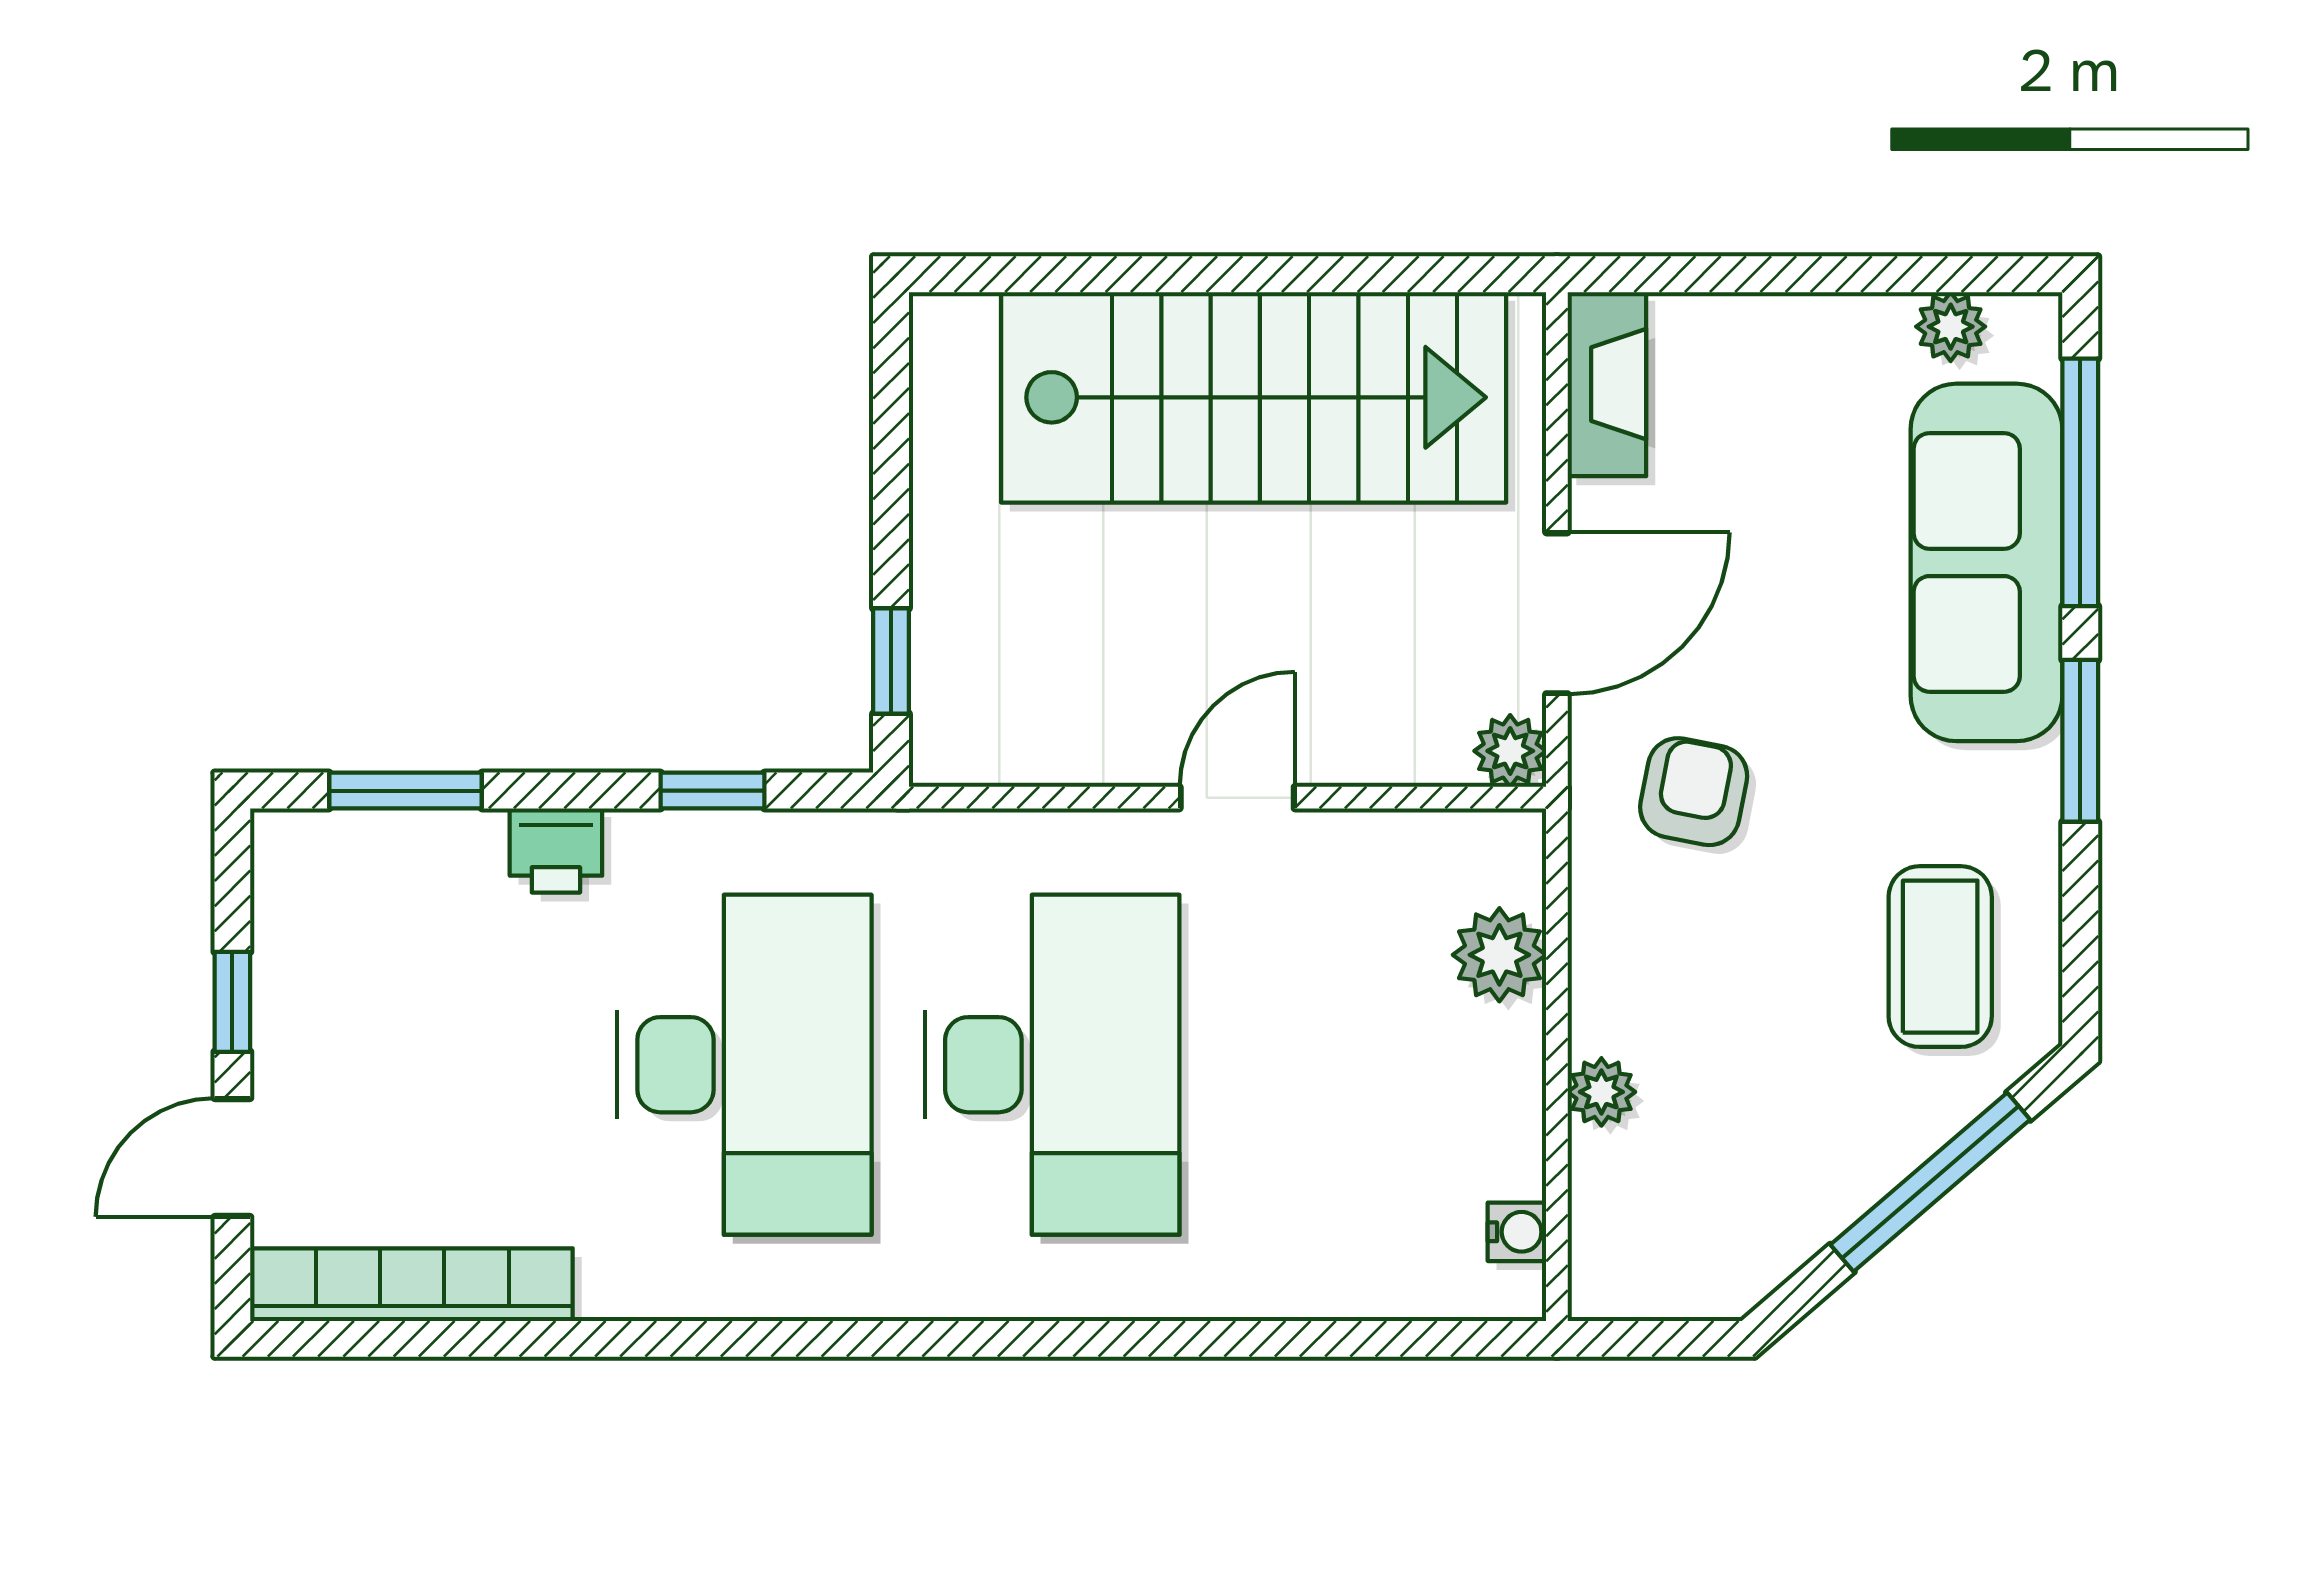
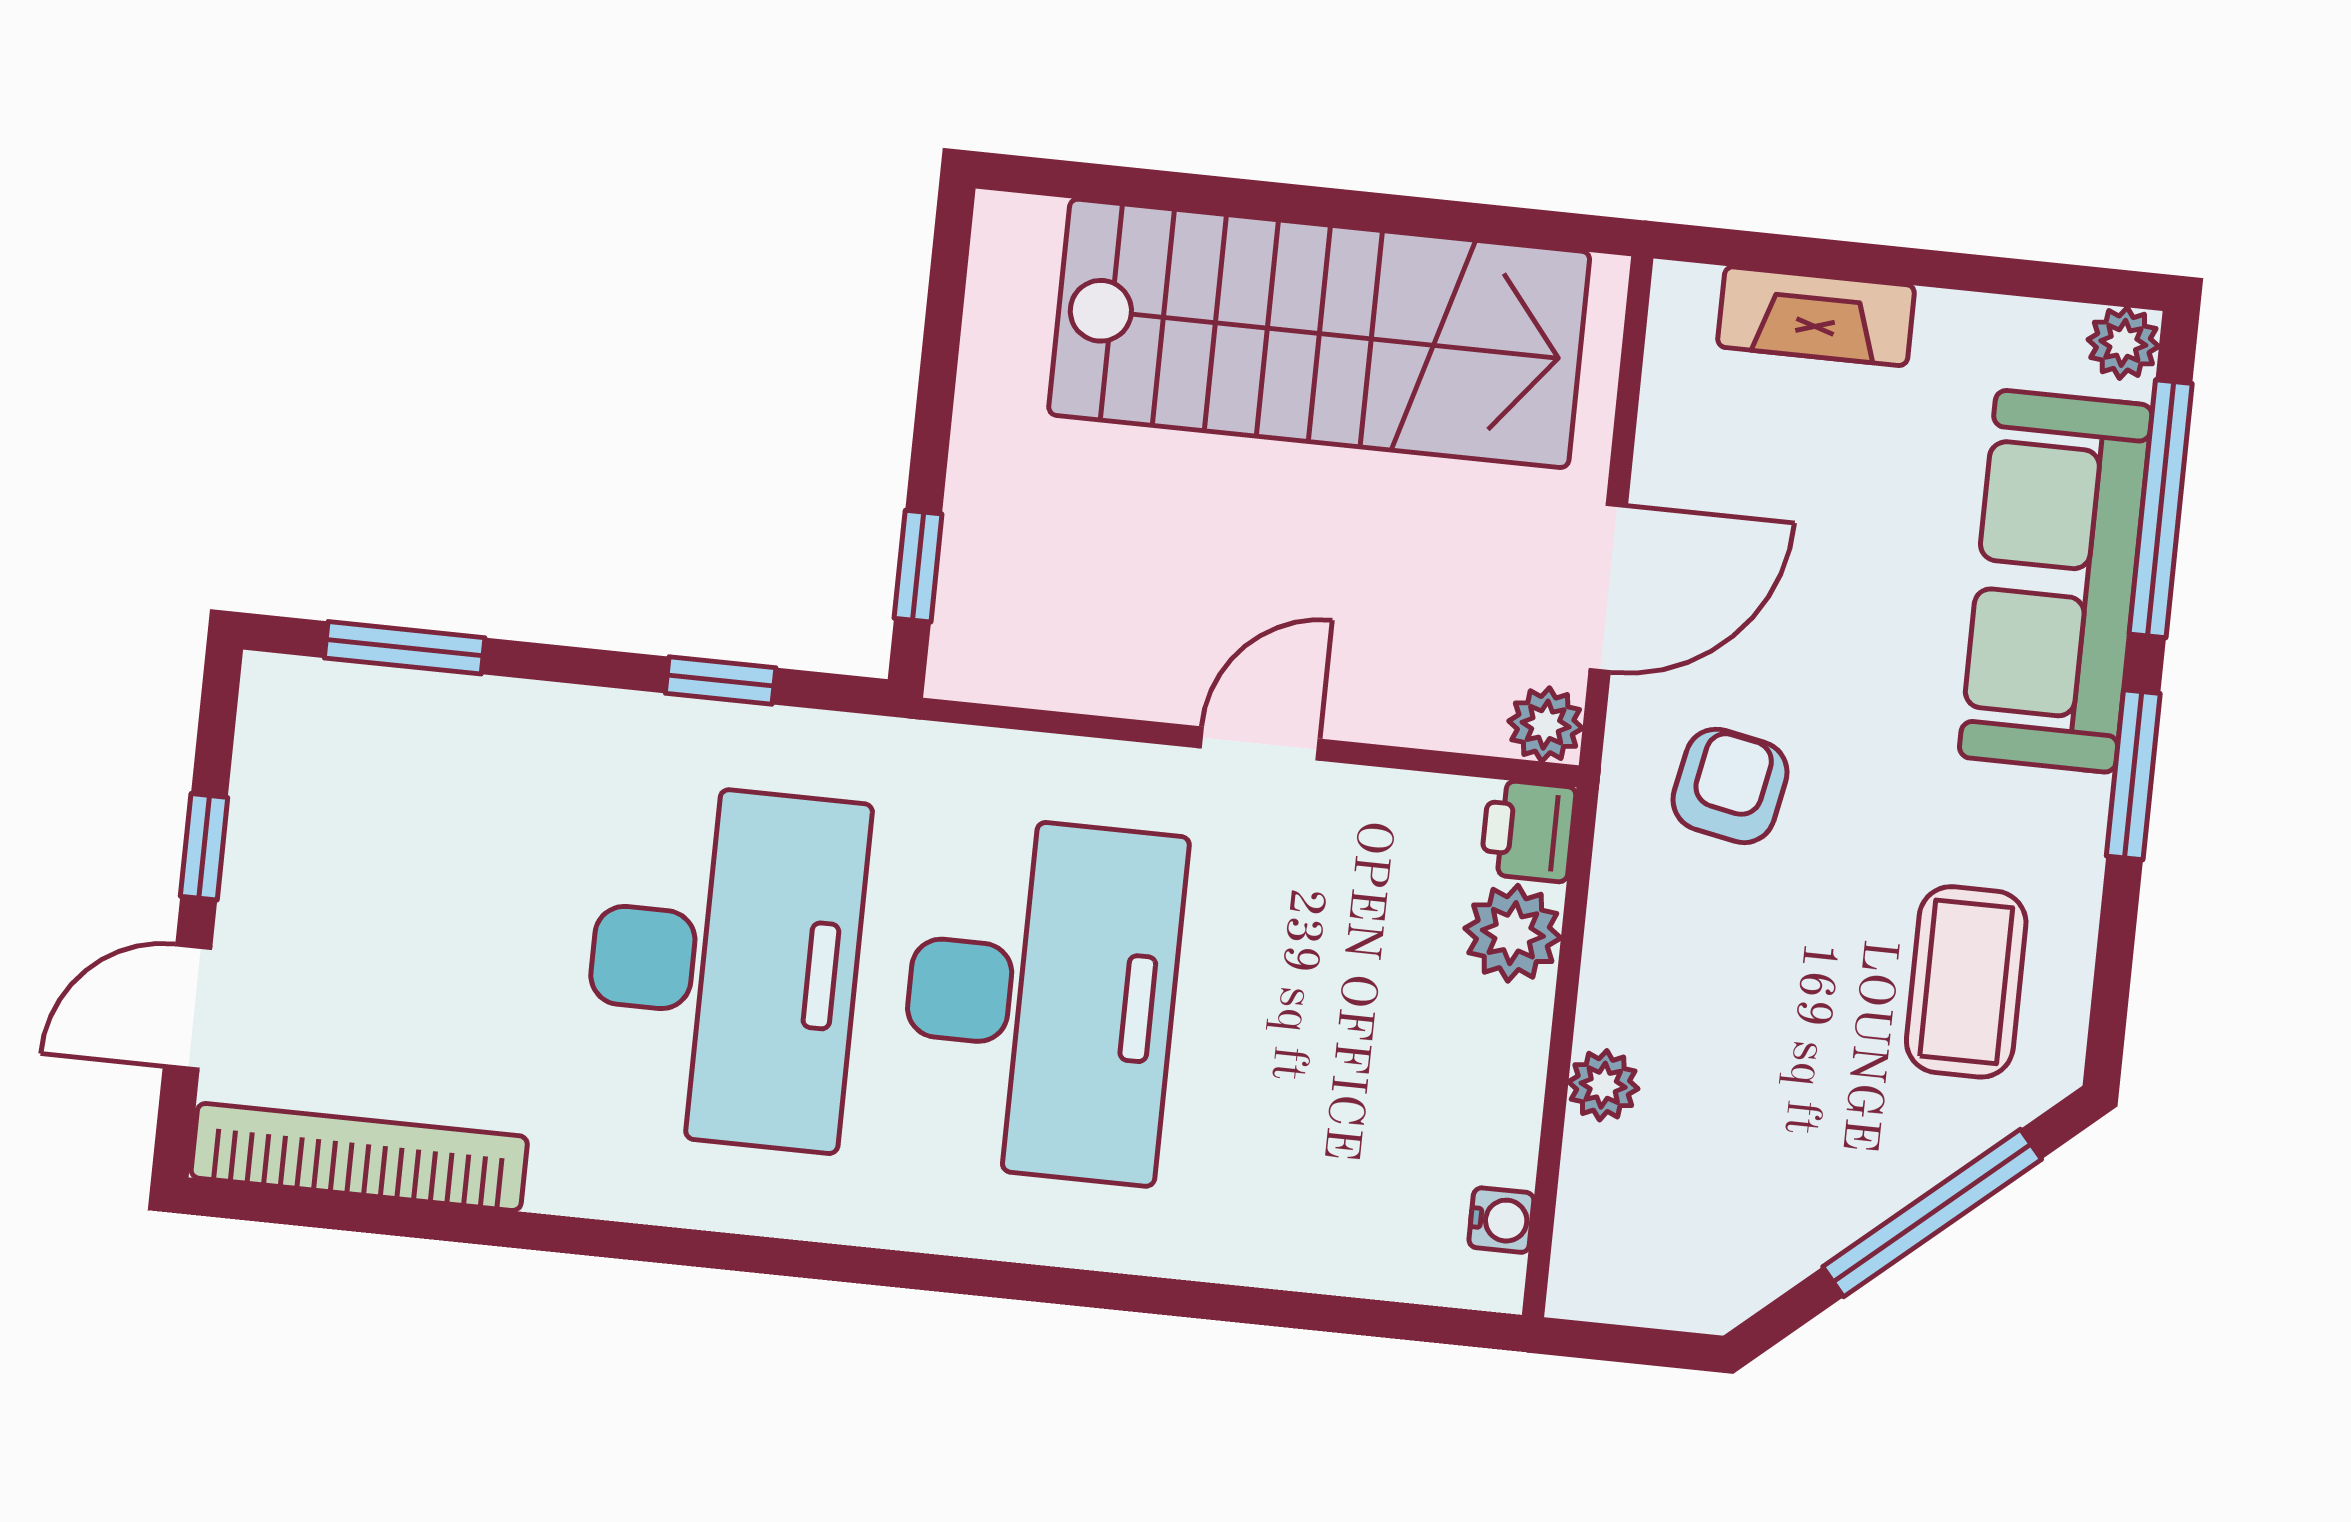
plant: (1951, 327) -> (2123, 343), moved
fireplace: (1607, 384) -> (1816, 316), moved, turned 90
printer: (556, 850) -> (1528, 831), moved, turned 90

